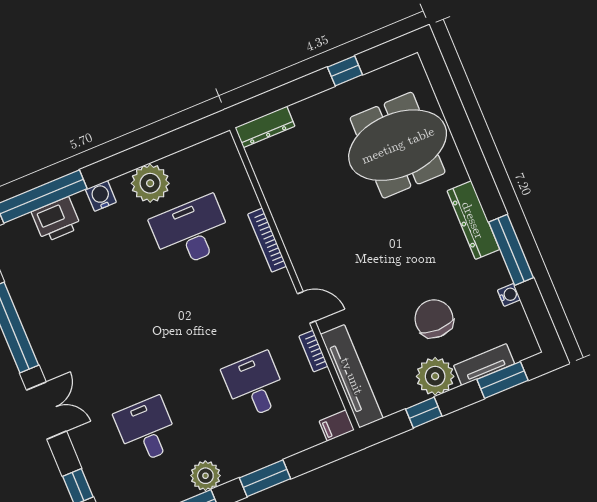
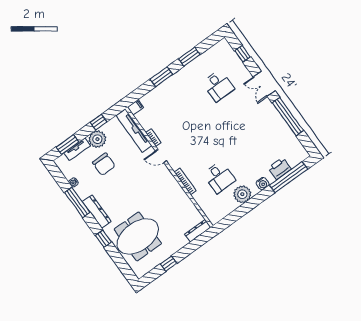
window: (473, 158) -> (103, 239), added
desk: (191, 232) -> (219, 177), width x0.73
desk: (255, 385) -> (176, 117), removed
plant: (205, 476) -> (188, 72), removed

